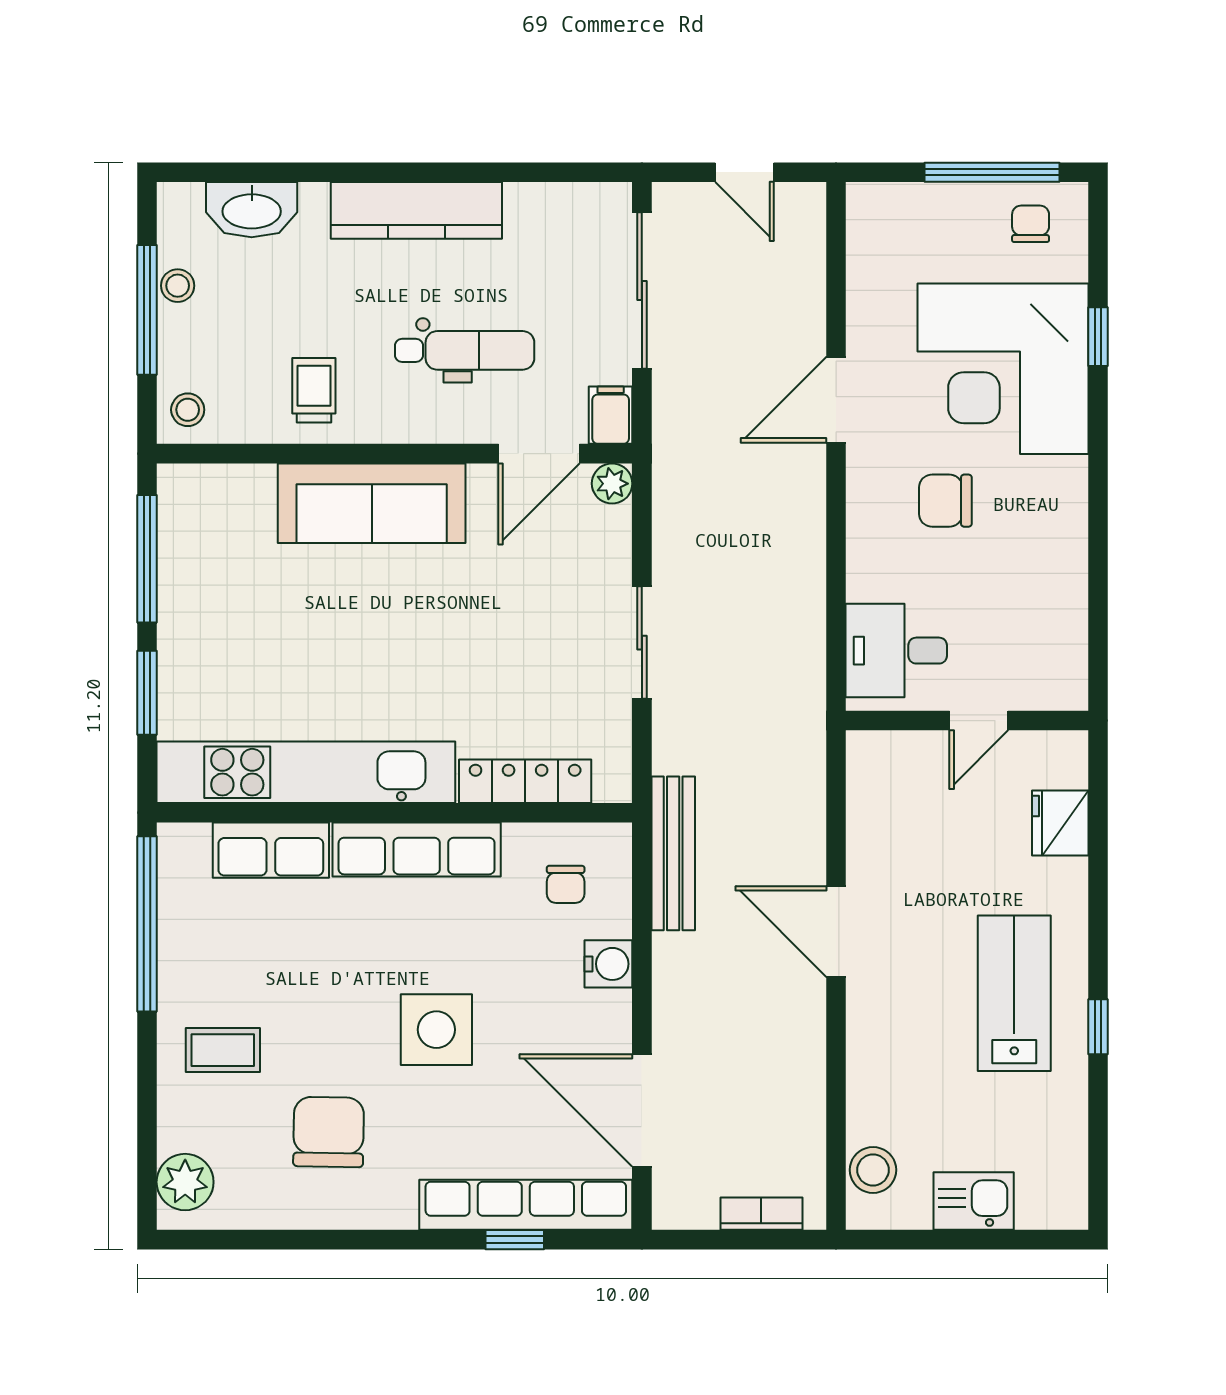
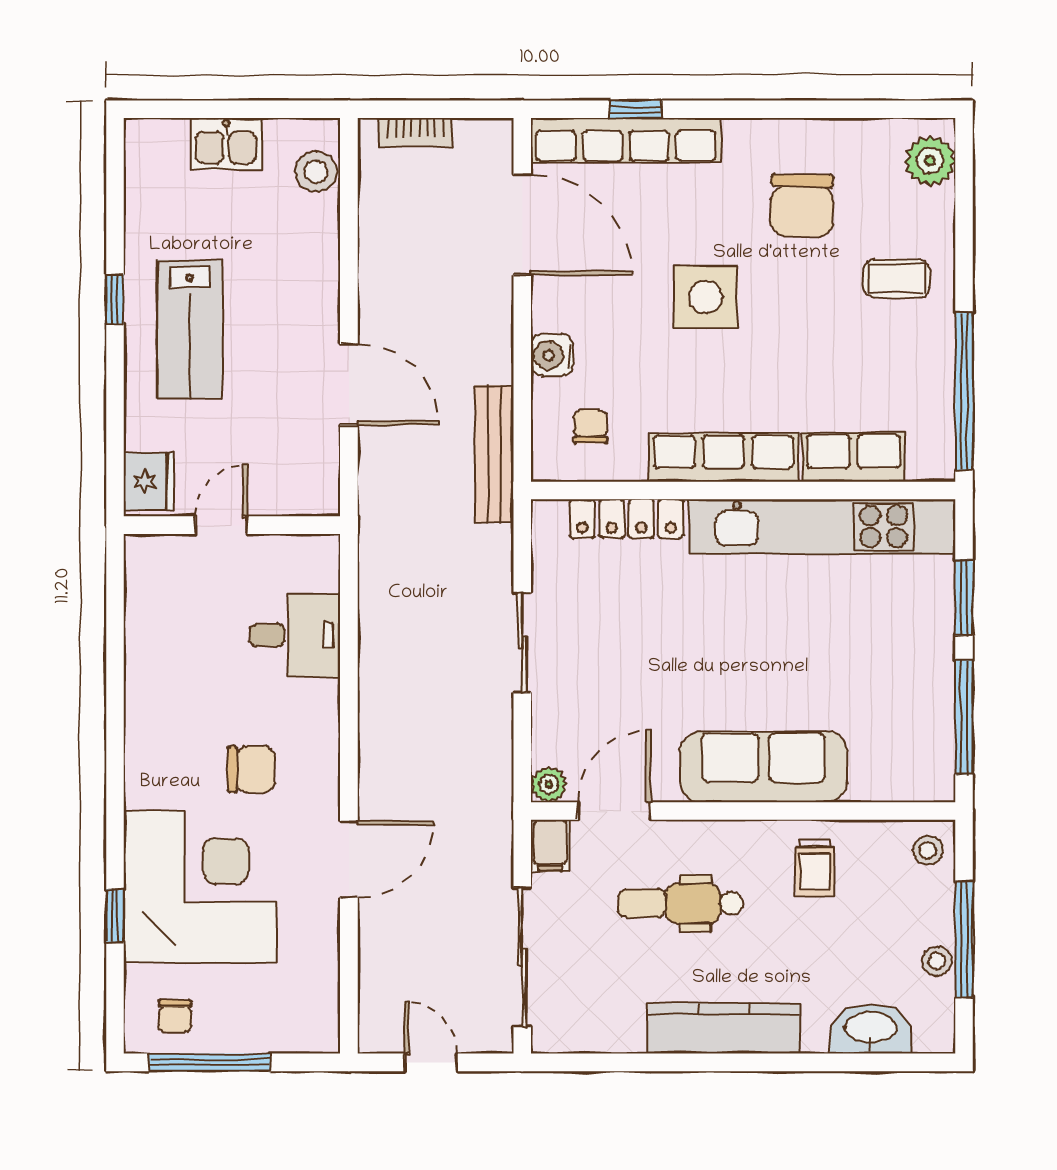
wall: (967, 721) -> (232, 525), moved
door: (979, 721) -> (221, 525), moved

